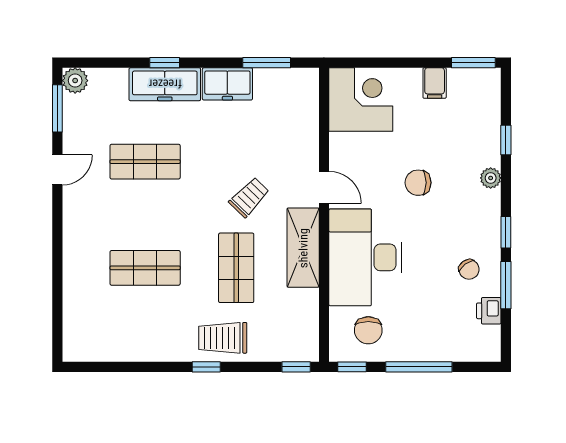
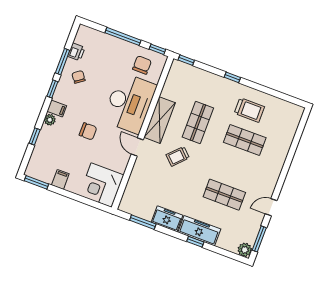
filing cabinet: (486, 202) -> (57, 109), added
trolley: (223, 338) -> (249, 110), moved

